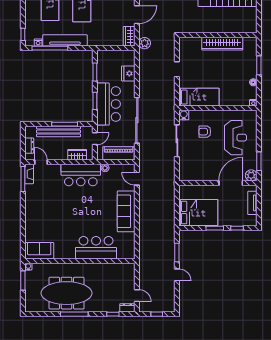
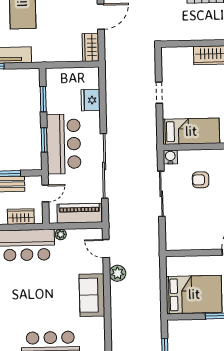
plant: (145, 43) -> (118, 273), moved
sofa: (126, 211) -> (92, 295), width x0.73

